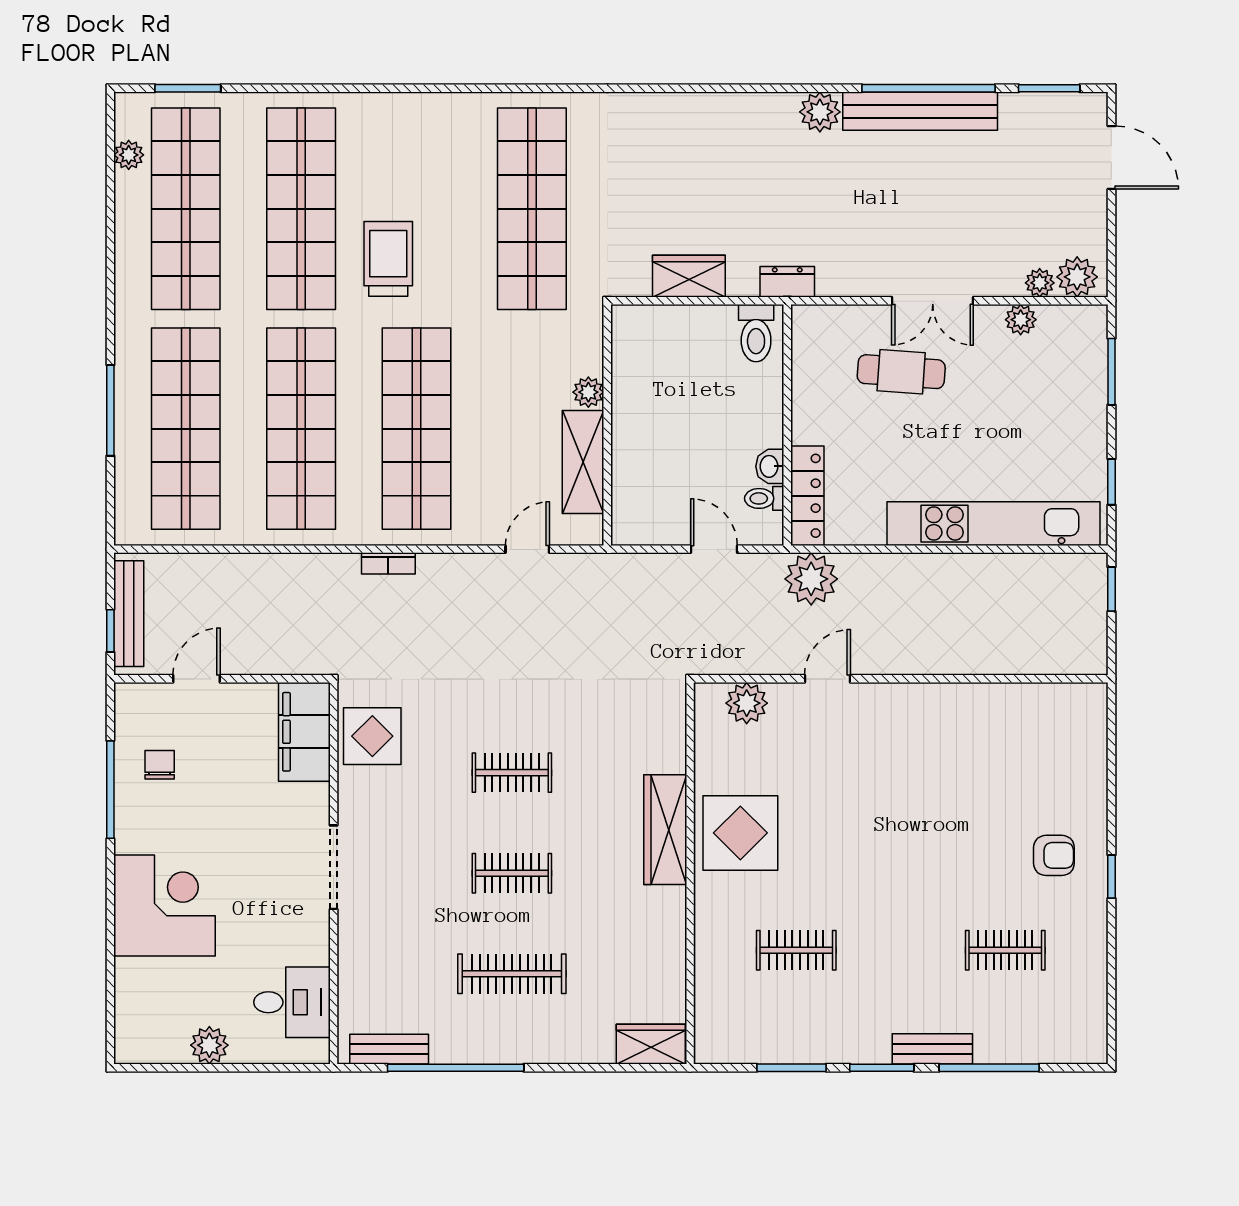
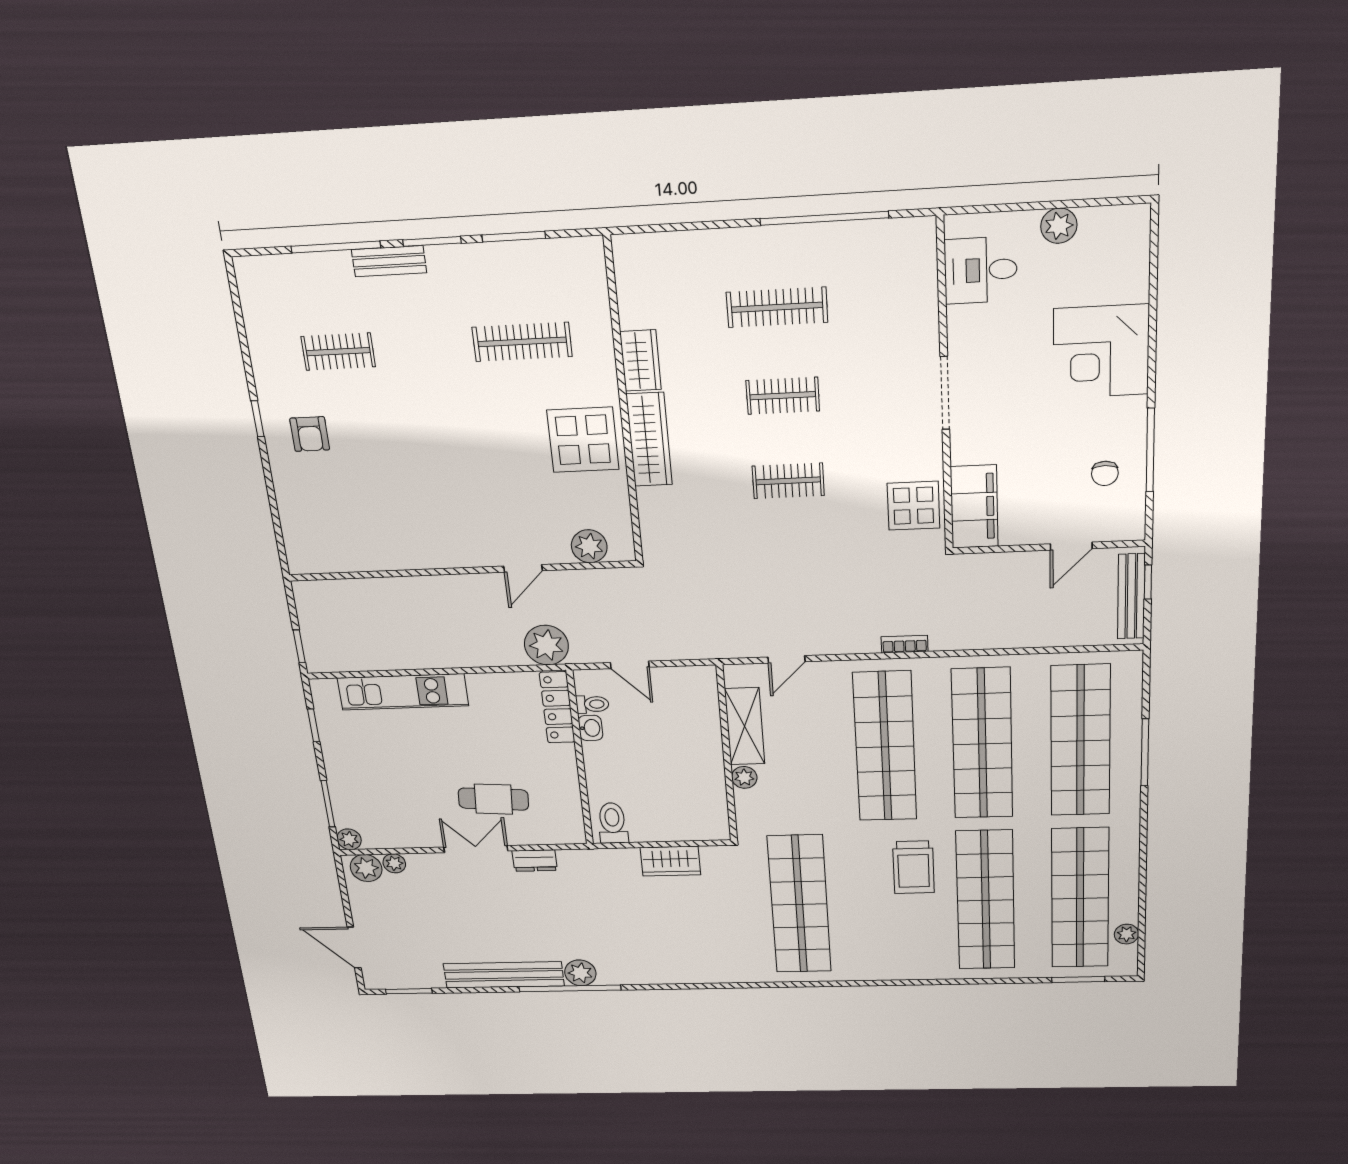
window: (928, 88) -> (570, 988), moved
dresser: (787, 282) -> (535, 861), moved
plant: (1021, 320) -> (349, 839), moved
kitchen unit: (993, 524) -> (403, 692), width x0.73
armchair: (1054, 855) -> (310, 434), turned -90
clothes rail: (796, 950) -> (522, 342), width x1.36
wardrobe: (651, 1044) -> (640, 361), moved, turned -90
bench: (389, 1049) -> (888, 232), removed

